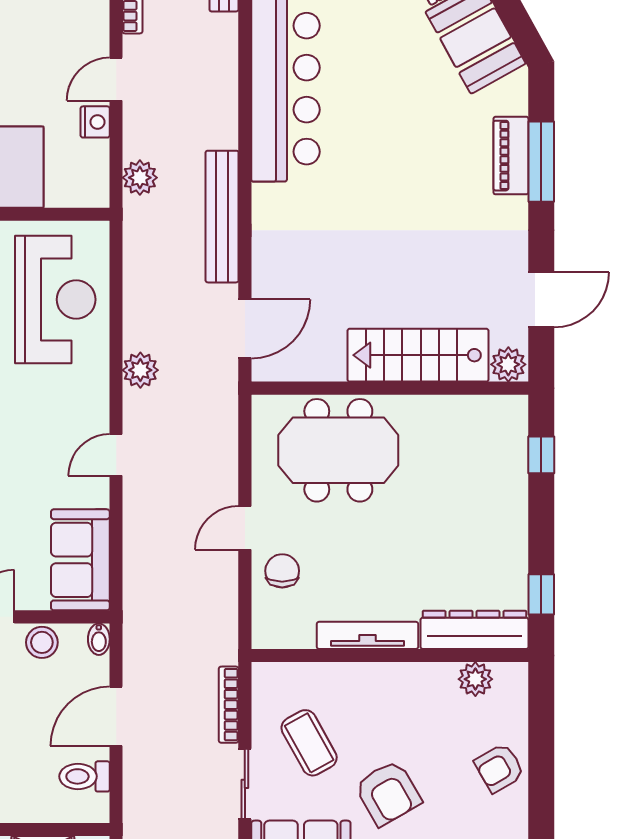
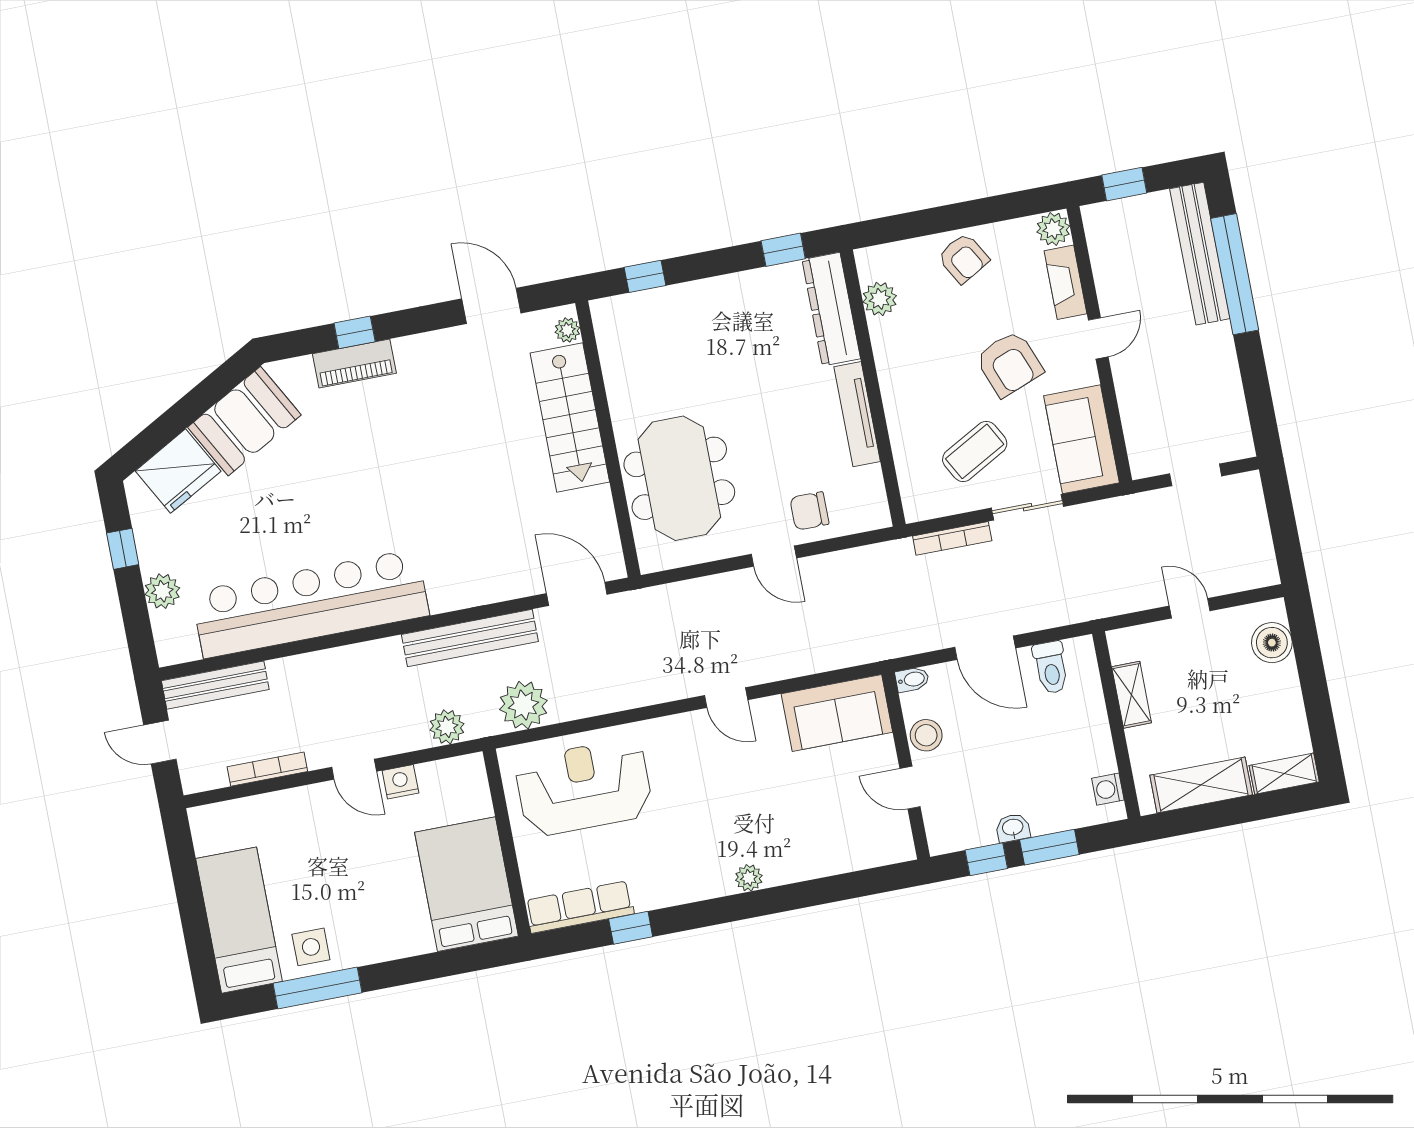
window: (541, 162) -> (355, 332), width x0.46
plant: (508, 364) -> (567, 330), width x0.73, depth x0.73
plant: (140, 370) -> (523, 705), moved, width x1.36, depth x1.36
armchair: (388, 793) -> (1009, 364), turned 99

